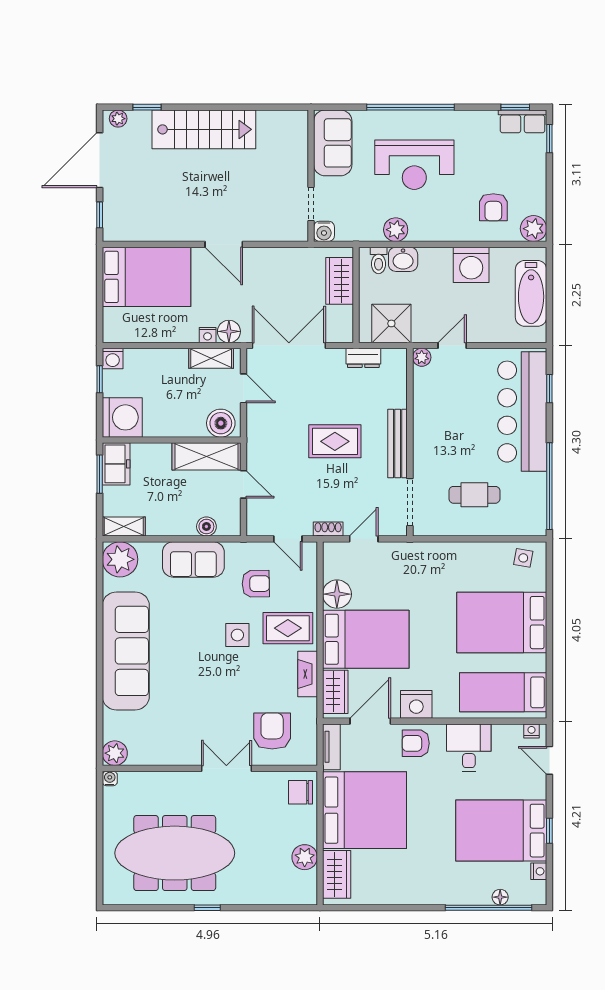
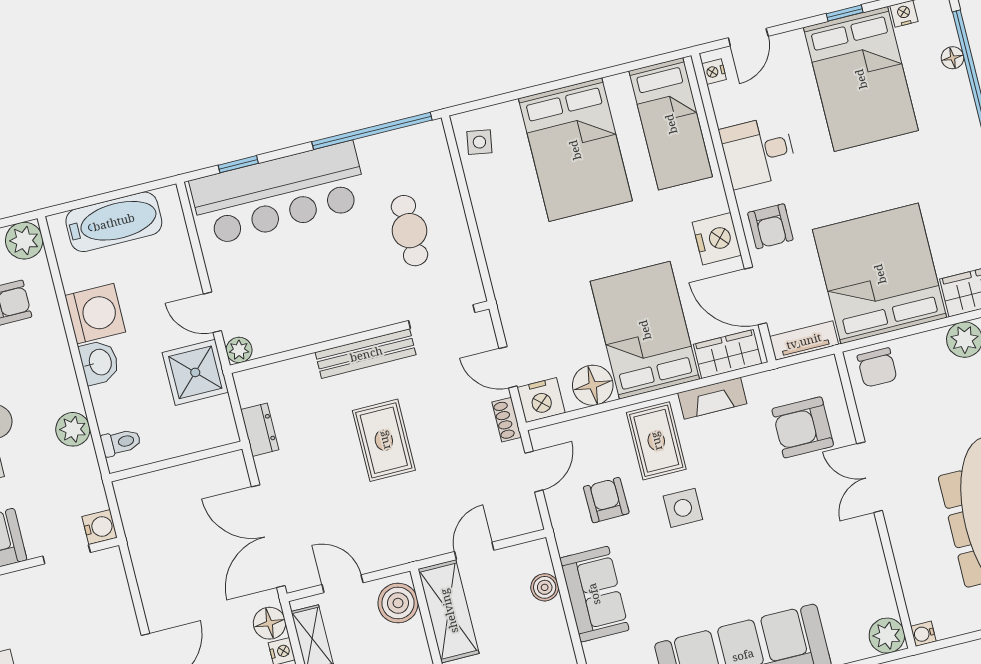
washbasin: (403, 259) -> (99, 362), moved
wardrobe: (340, 281) -> (162, 489), removed
shower: (391, 323) -> (195, 372), moved
door: (244, 388) -> (343, 584), hinge flipped
nightstand: (336, 556) -> (541, 400), added

